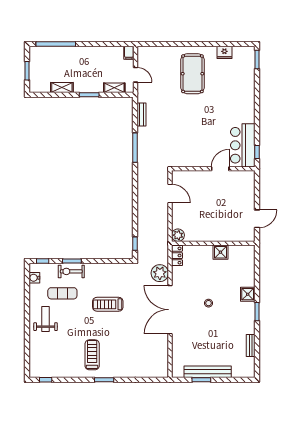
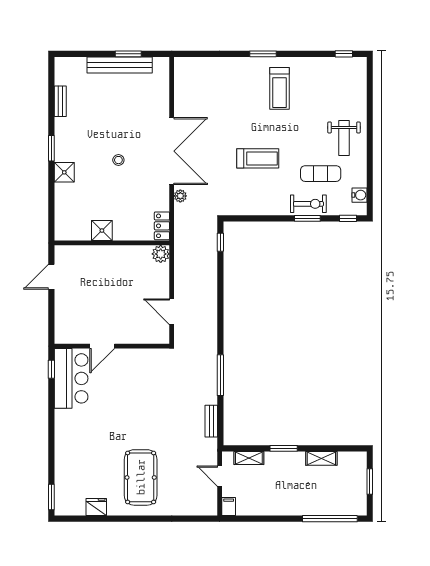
plant: (160, 273) -> (180, 196), width x0.53, depth x0.53

